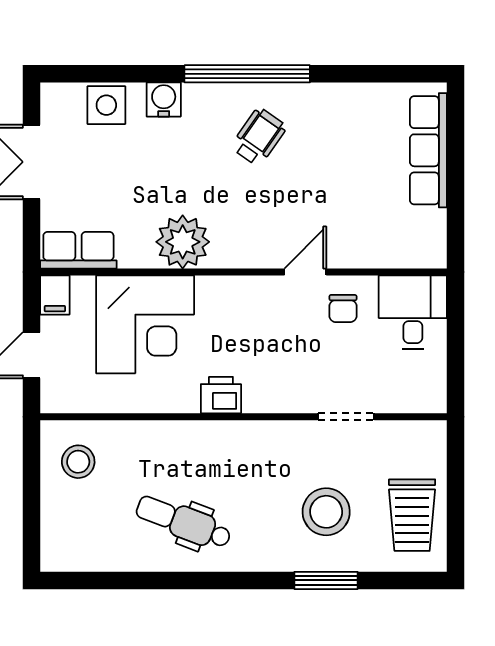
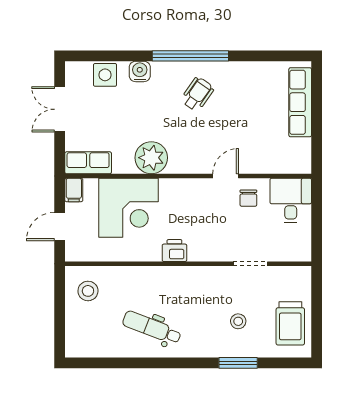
stool: (326, 512) -> (238, 321), width x0.53, depth x0.53

